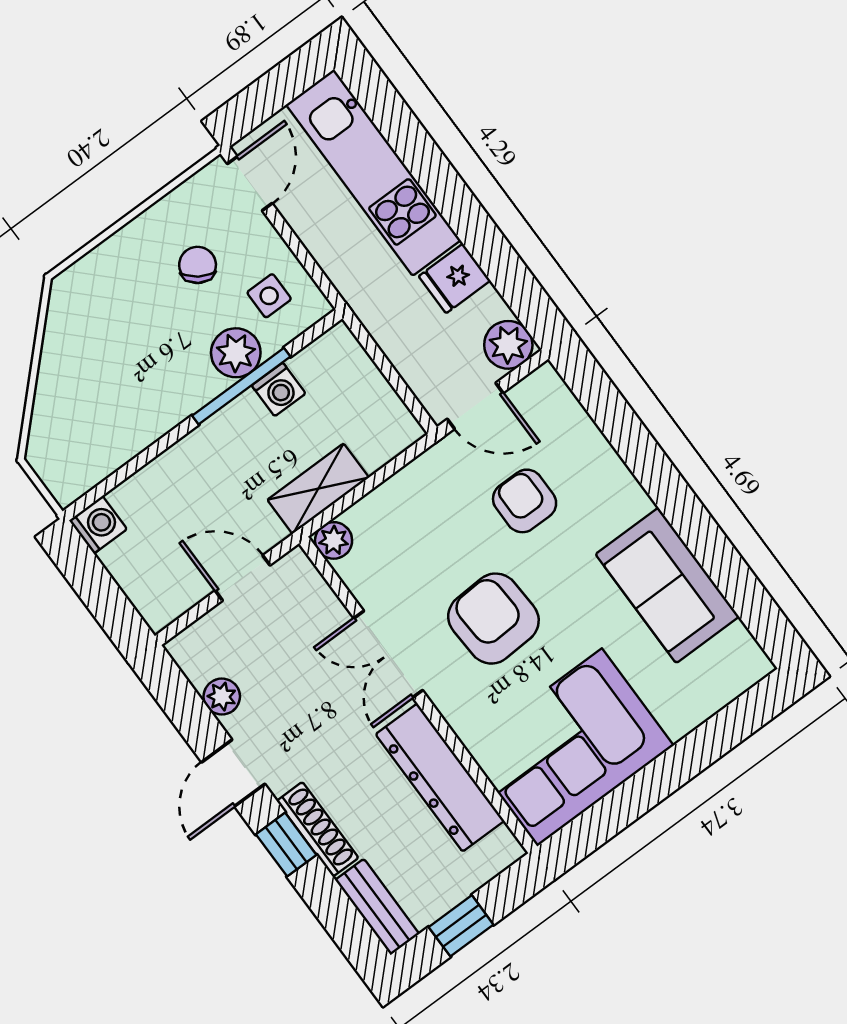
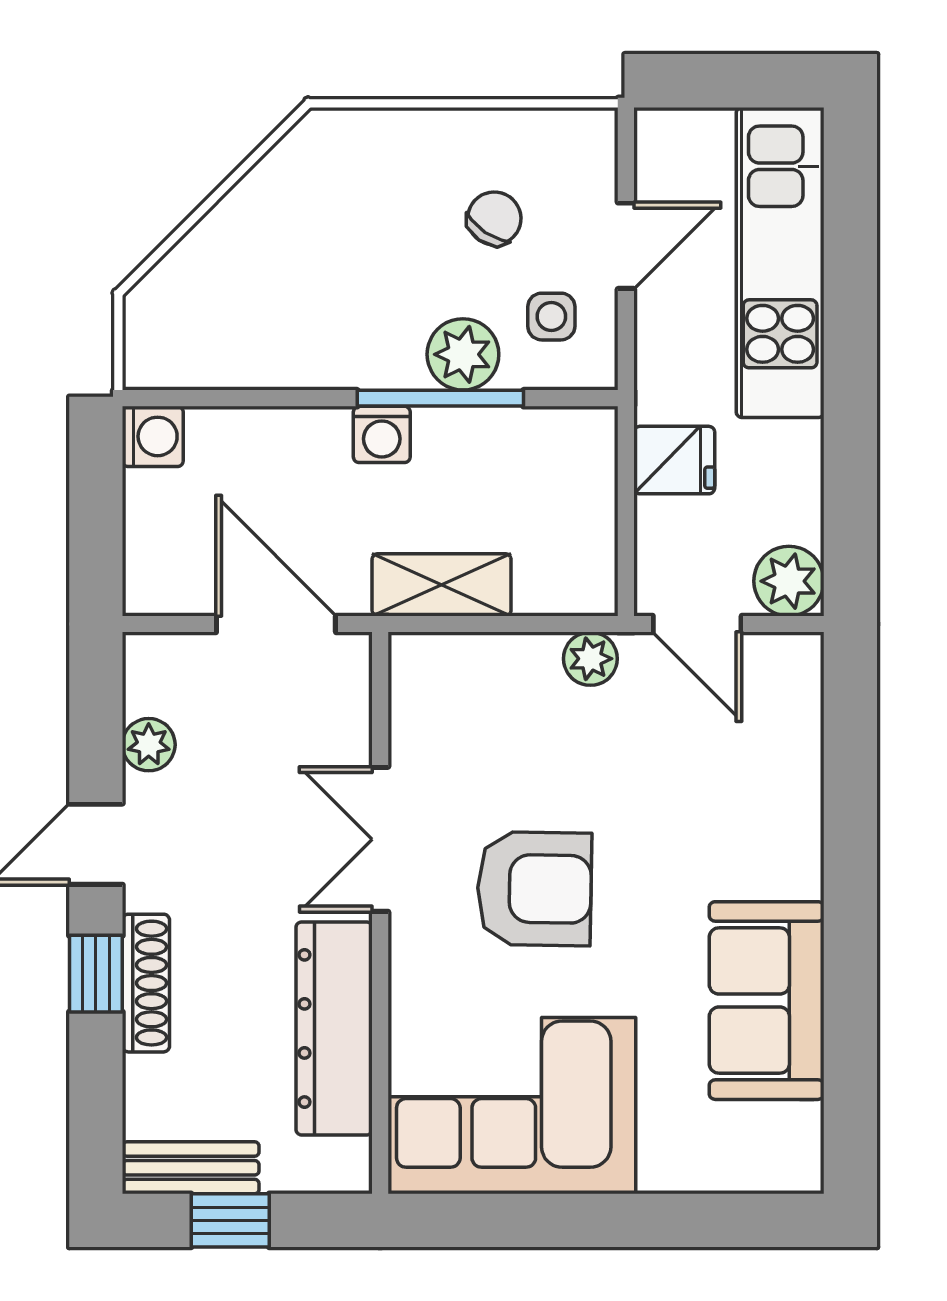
door: (250, 183) -> (626, 246), moved
fridge: (455, 278) -> (674, 460), moved, turned 180
washing machine: (279, 389) -> (382, 434), moved
armchair: (525, 501) -> (673, 778), removed
plant: (334, 540) -> (590, 659), moved
door: (243, 578) -> (276, 624), width x1.38
armchair: (493, 619) -> (534, 889), turned 94
bench: (377, 907) -> (191, 1168), moved, turned 90

